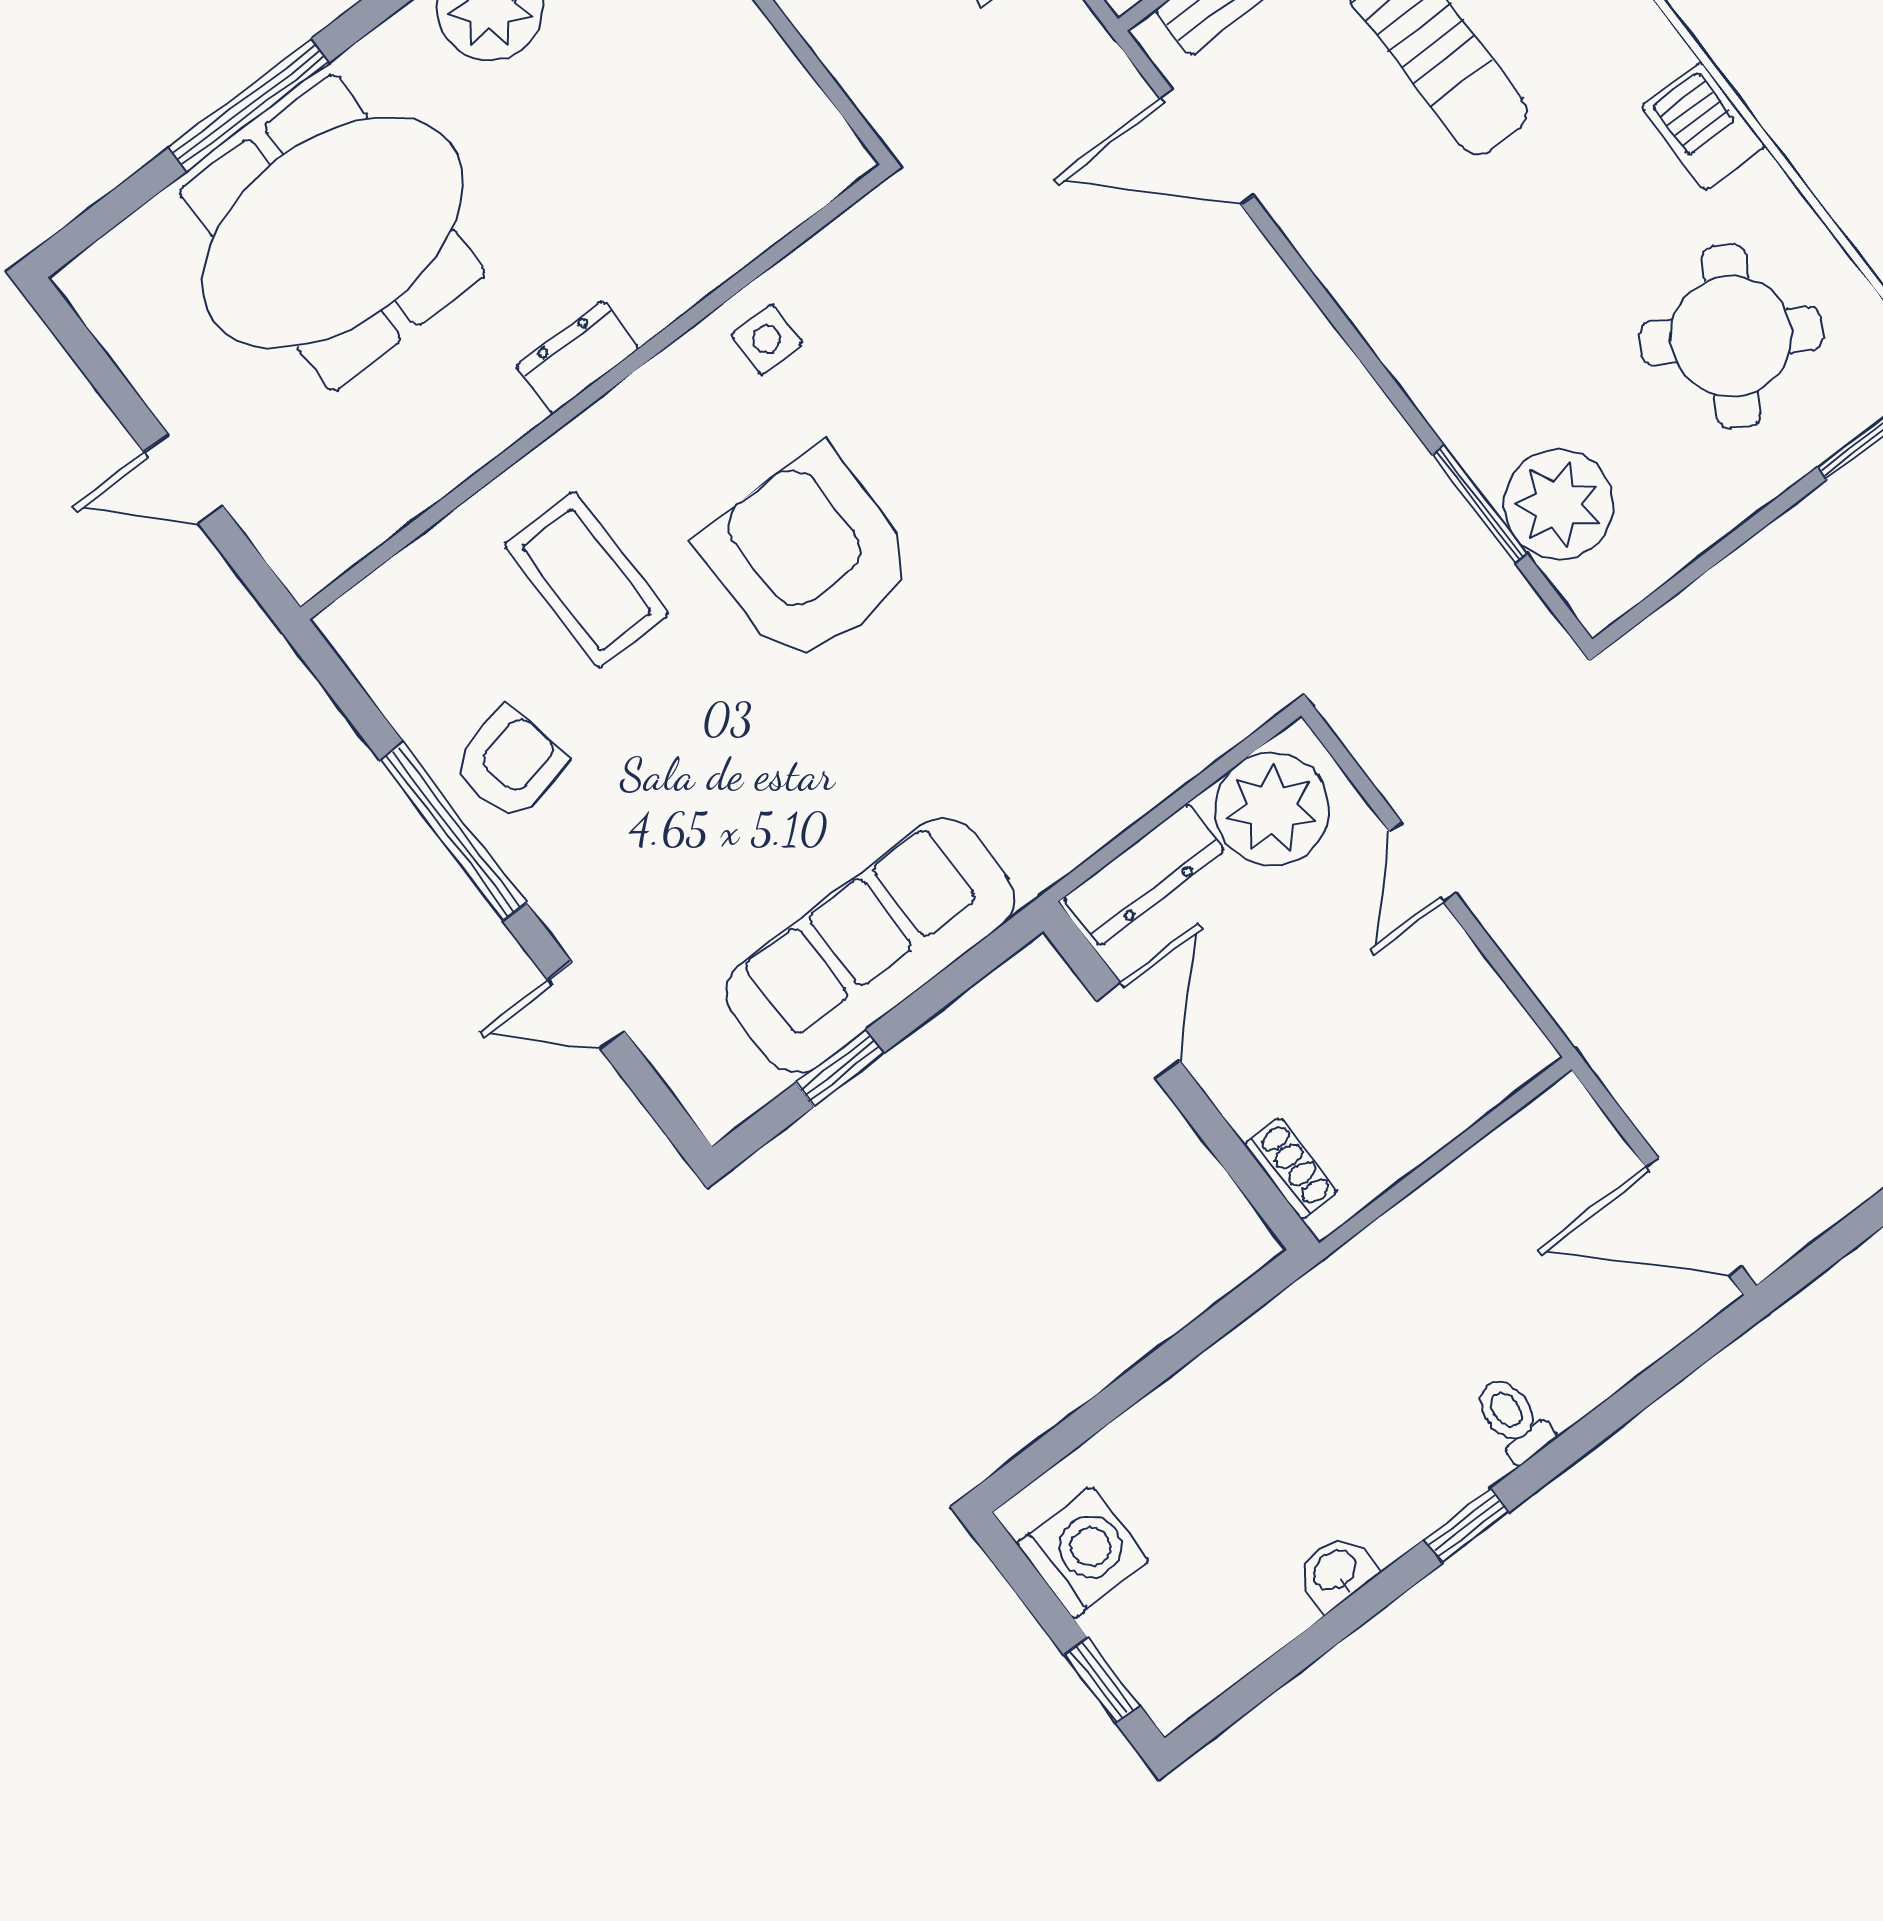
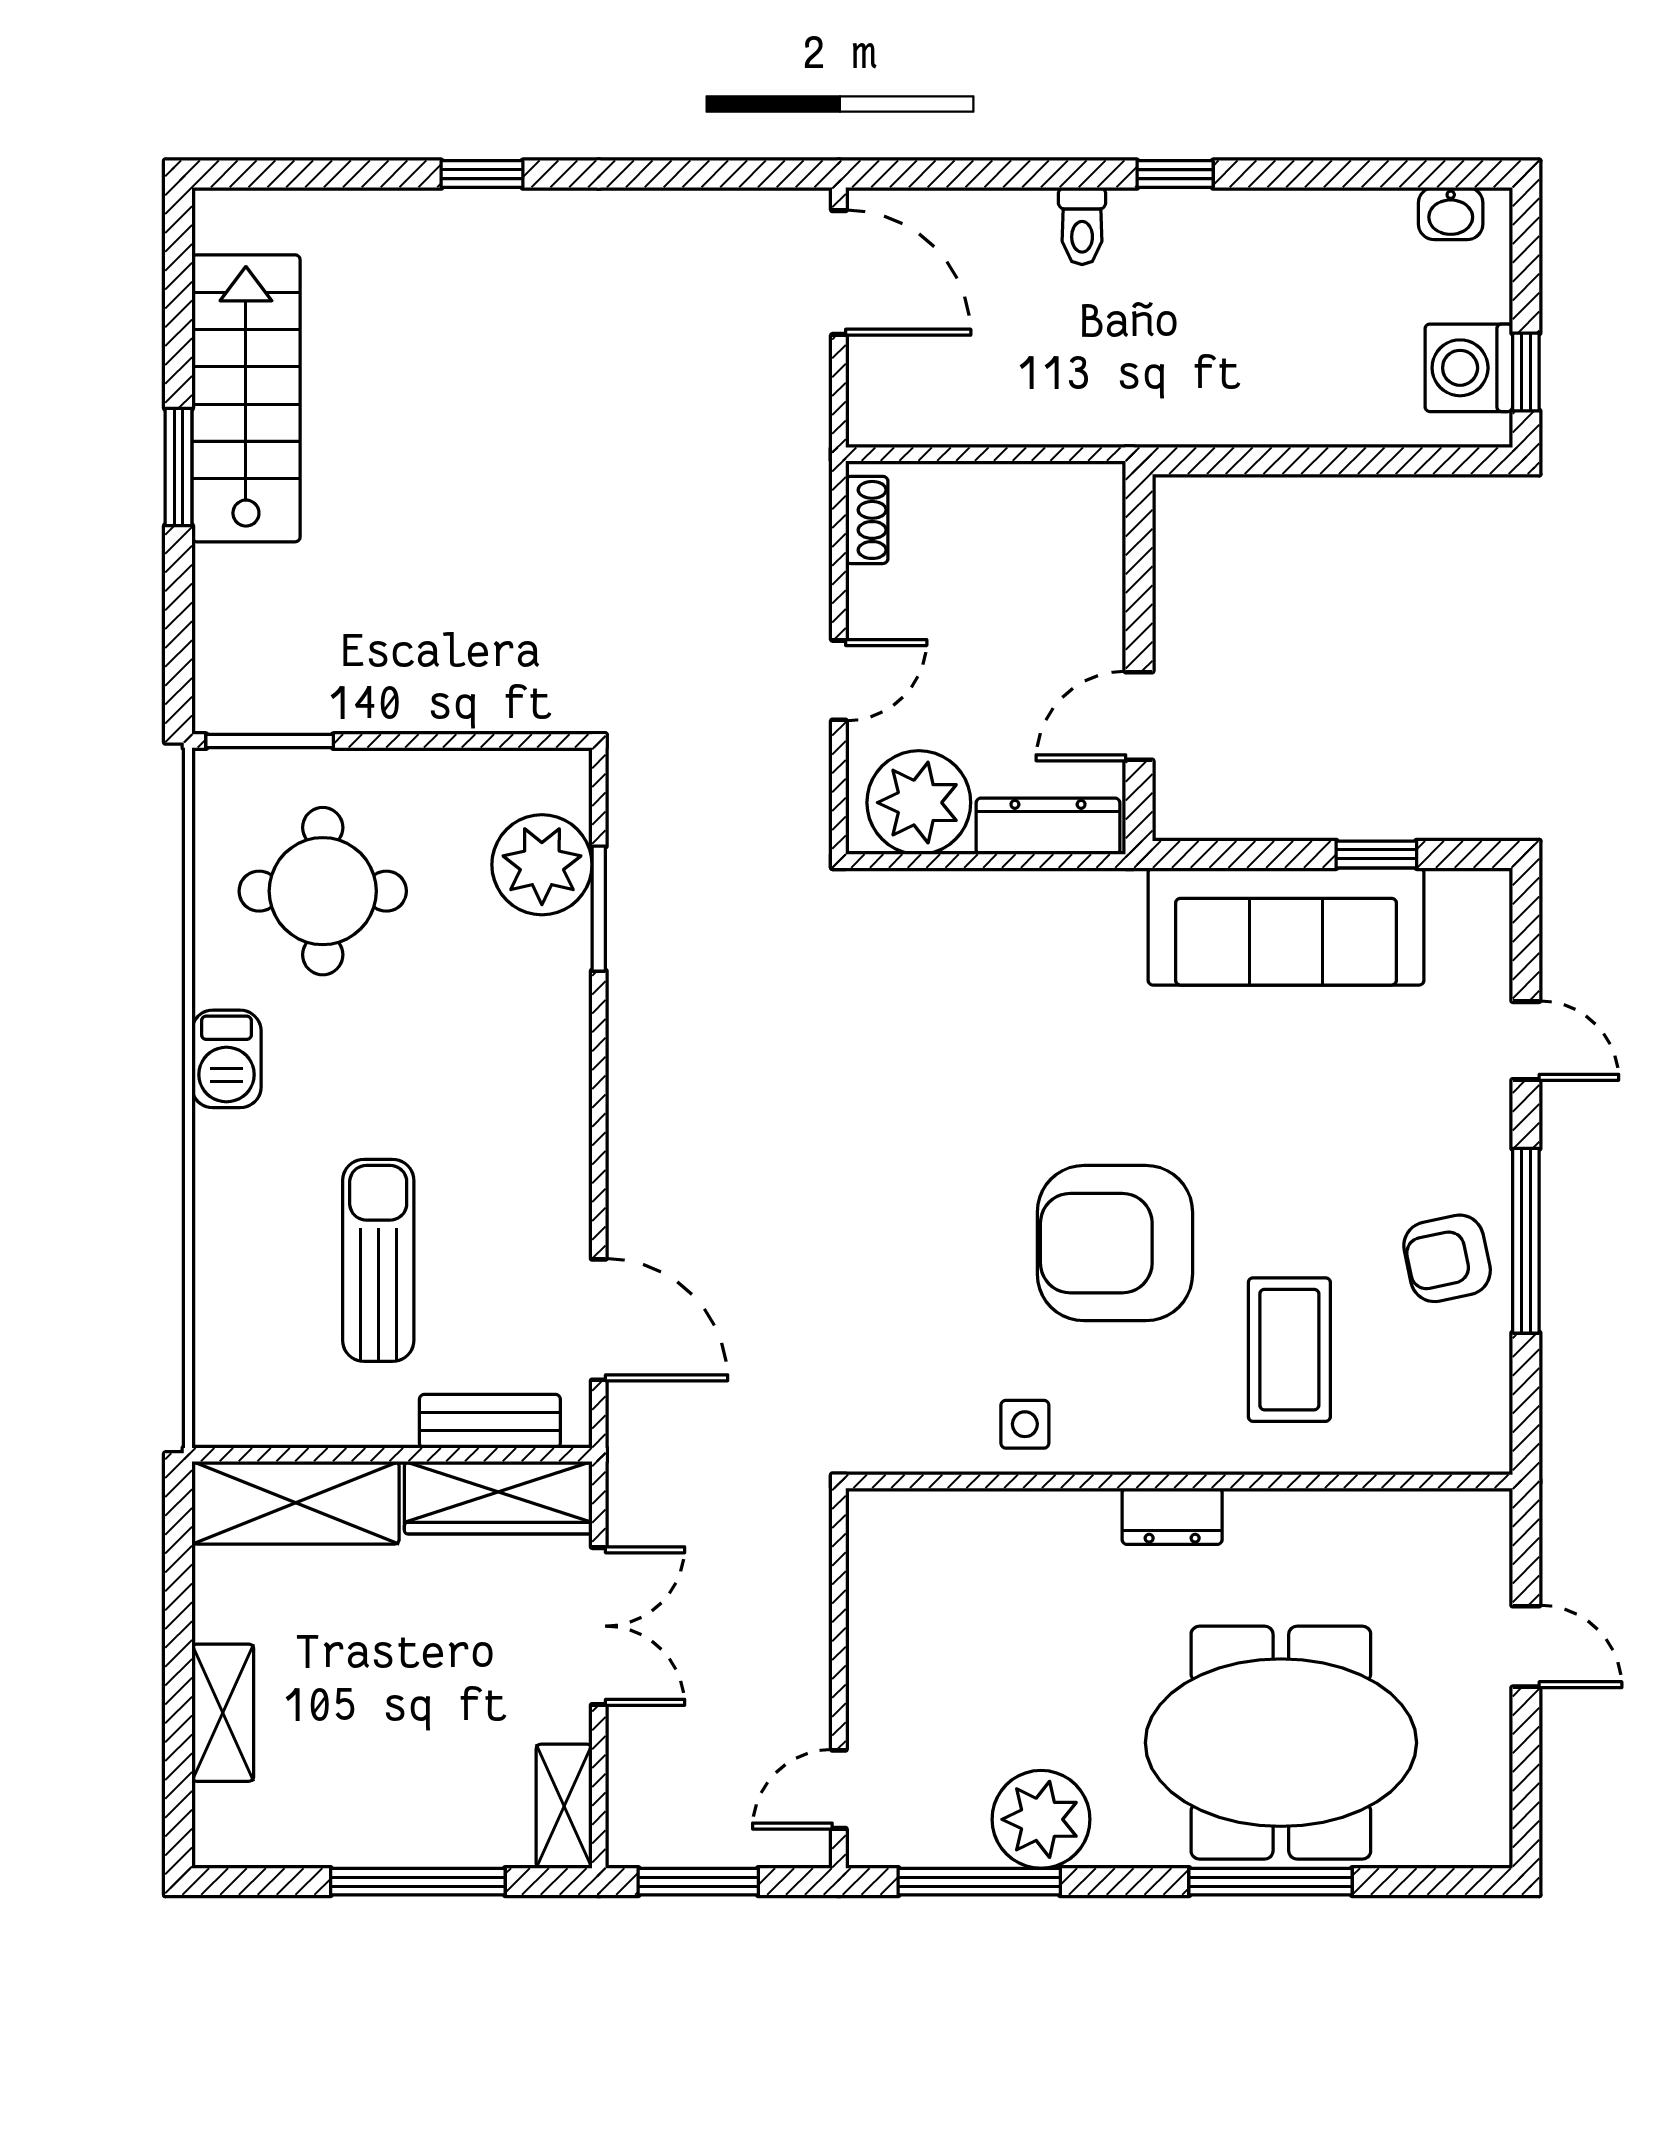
round table: (1731, 336) -> (323, 891), turned -32
armchair: (809, 557) -> (1115, 1243), turned 90
shoe rack: (1291, 1168) -> (867, 520), moved, turned 180
washbasin: (1336, 1572) -> (1451, 213), moved
window: (1102, 1680) -> (1526, 372), moved

